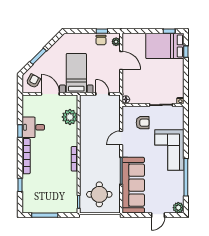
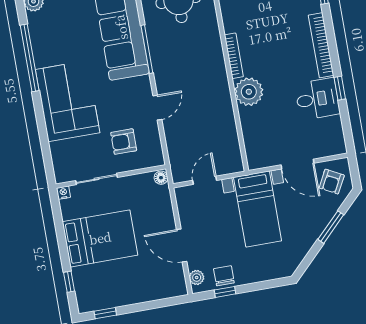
bed: (165, 46) -> (100, 238), moved
door: (102, 94) -> (205, 180), swing flipped
plant: (70, 117) -> (249, 92), moved

